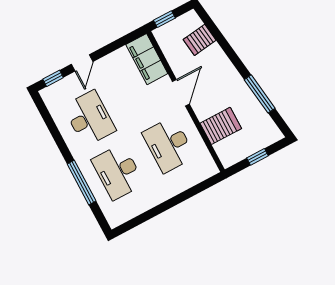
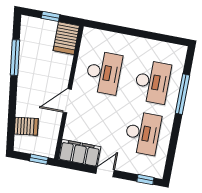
filing cabinet: (147, 59) -> (80, 153), moved, turned -90
door: (82, 63) -> (105, 172), moved
desk: (89, 118) -> (143, 133), turned 180
server rack: (221, 126) -> (66, 38), moved, turned -90

